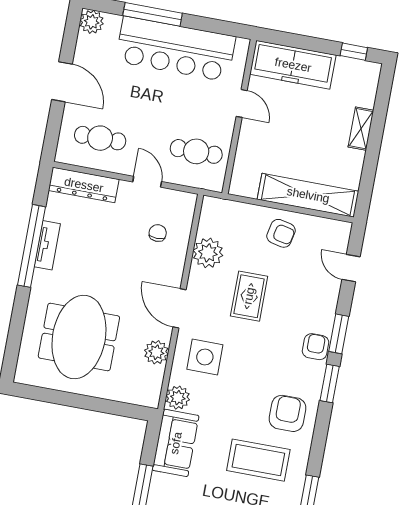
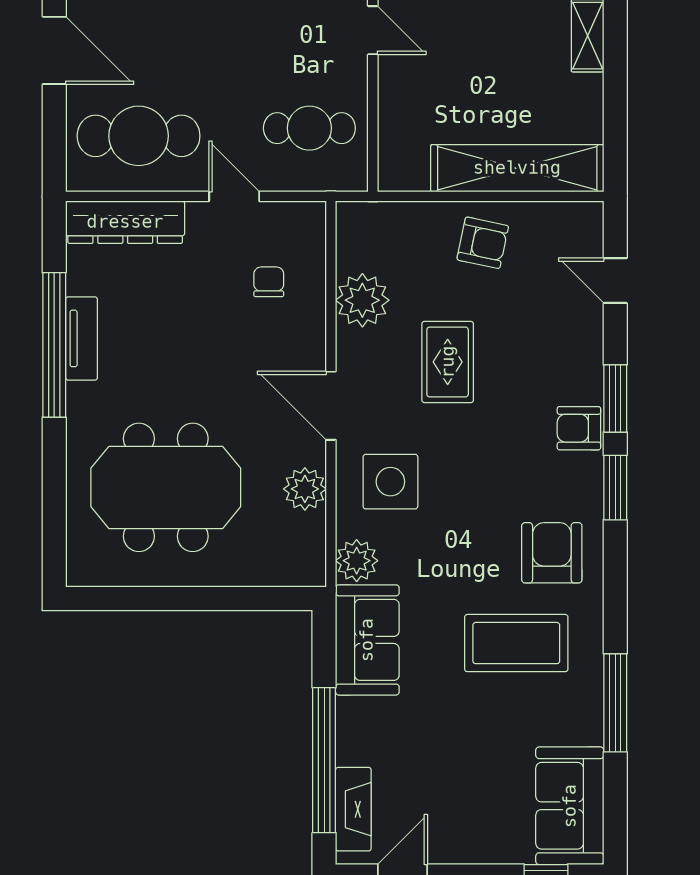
cafe table: (100, 138) -> (139, 136), width x1.37, depth x1.35
meeting table: (79, 337) -> (166, 487), turned 90
armchair: (316, 347) -> (579, 428), turned -90

